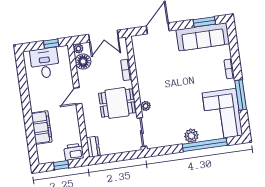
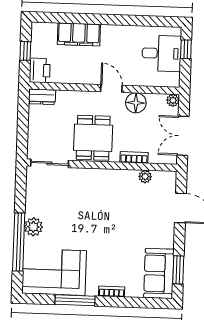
sofa: (203, 37) -> (159, 273), width x0.73
window: (51, 44) -> (186, 49), moved
floor lamp: (83, 61) -> (136, 103), moved
plant: (146, 106) -> (145, 176), moved

